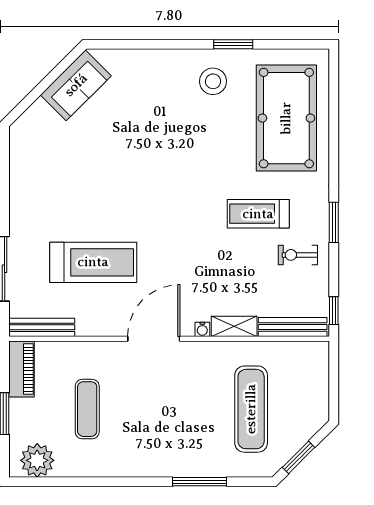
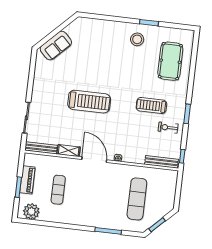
sofa: (76, 85) -> (56, 46), moved
pool table: (286, 118) -> (170, 61), width x0.73, depth x0.76
treadmill: (93, 262) -> (89, 102), moved
shelving: (234, 326) -> (69, 151), moved
door: (154, 339) -> (94, 160), hinge flipped
piano: (22, 369) -> (27, 180), moved

